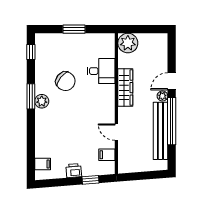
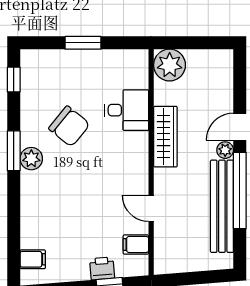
printer: (74, 171) -> (102, 268), moved

